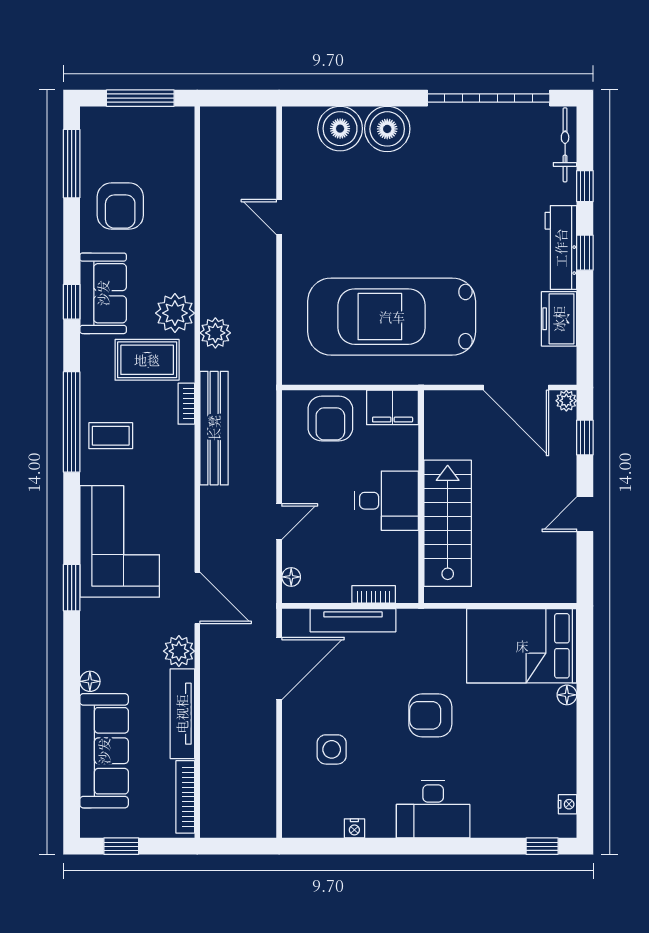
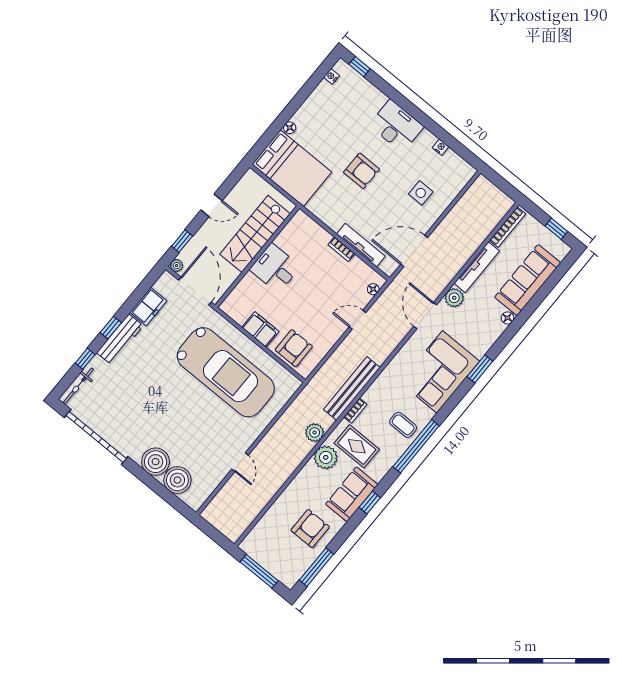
wall: (421, 497) -> (257, 257), moved
desk: (386, 501) -> (275, 268), moved
stairs: (448, 523) -> (255, 234), moved

